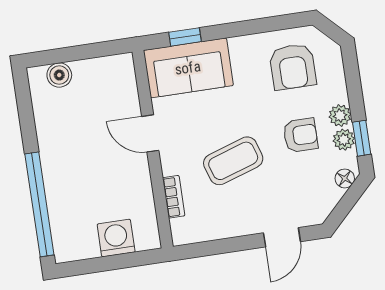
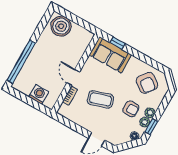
armchair: (293, 67) -> (147, 83), turned -52
boiler: (59, 75) -> (61, 26), width x1.86, depth x1.86
door: (150, 133) -> (73, 77), moved

